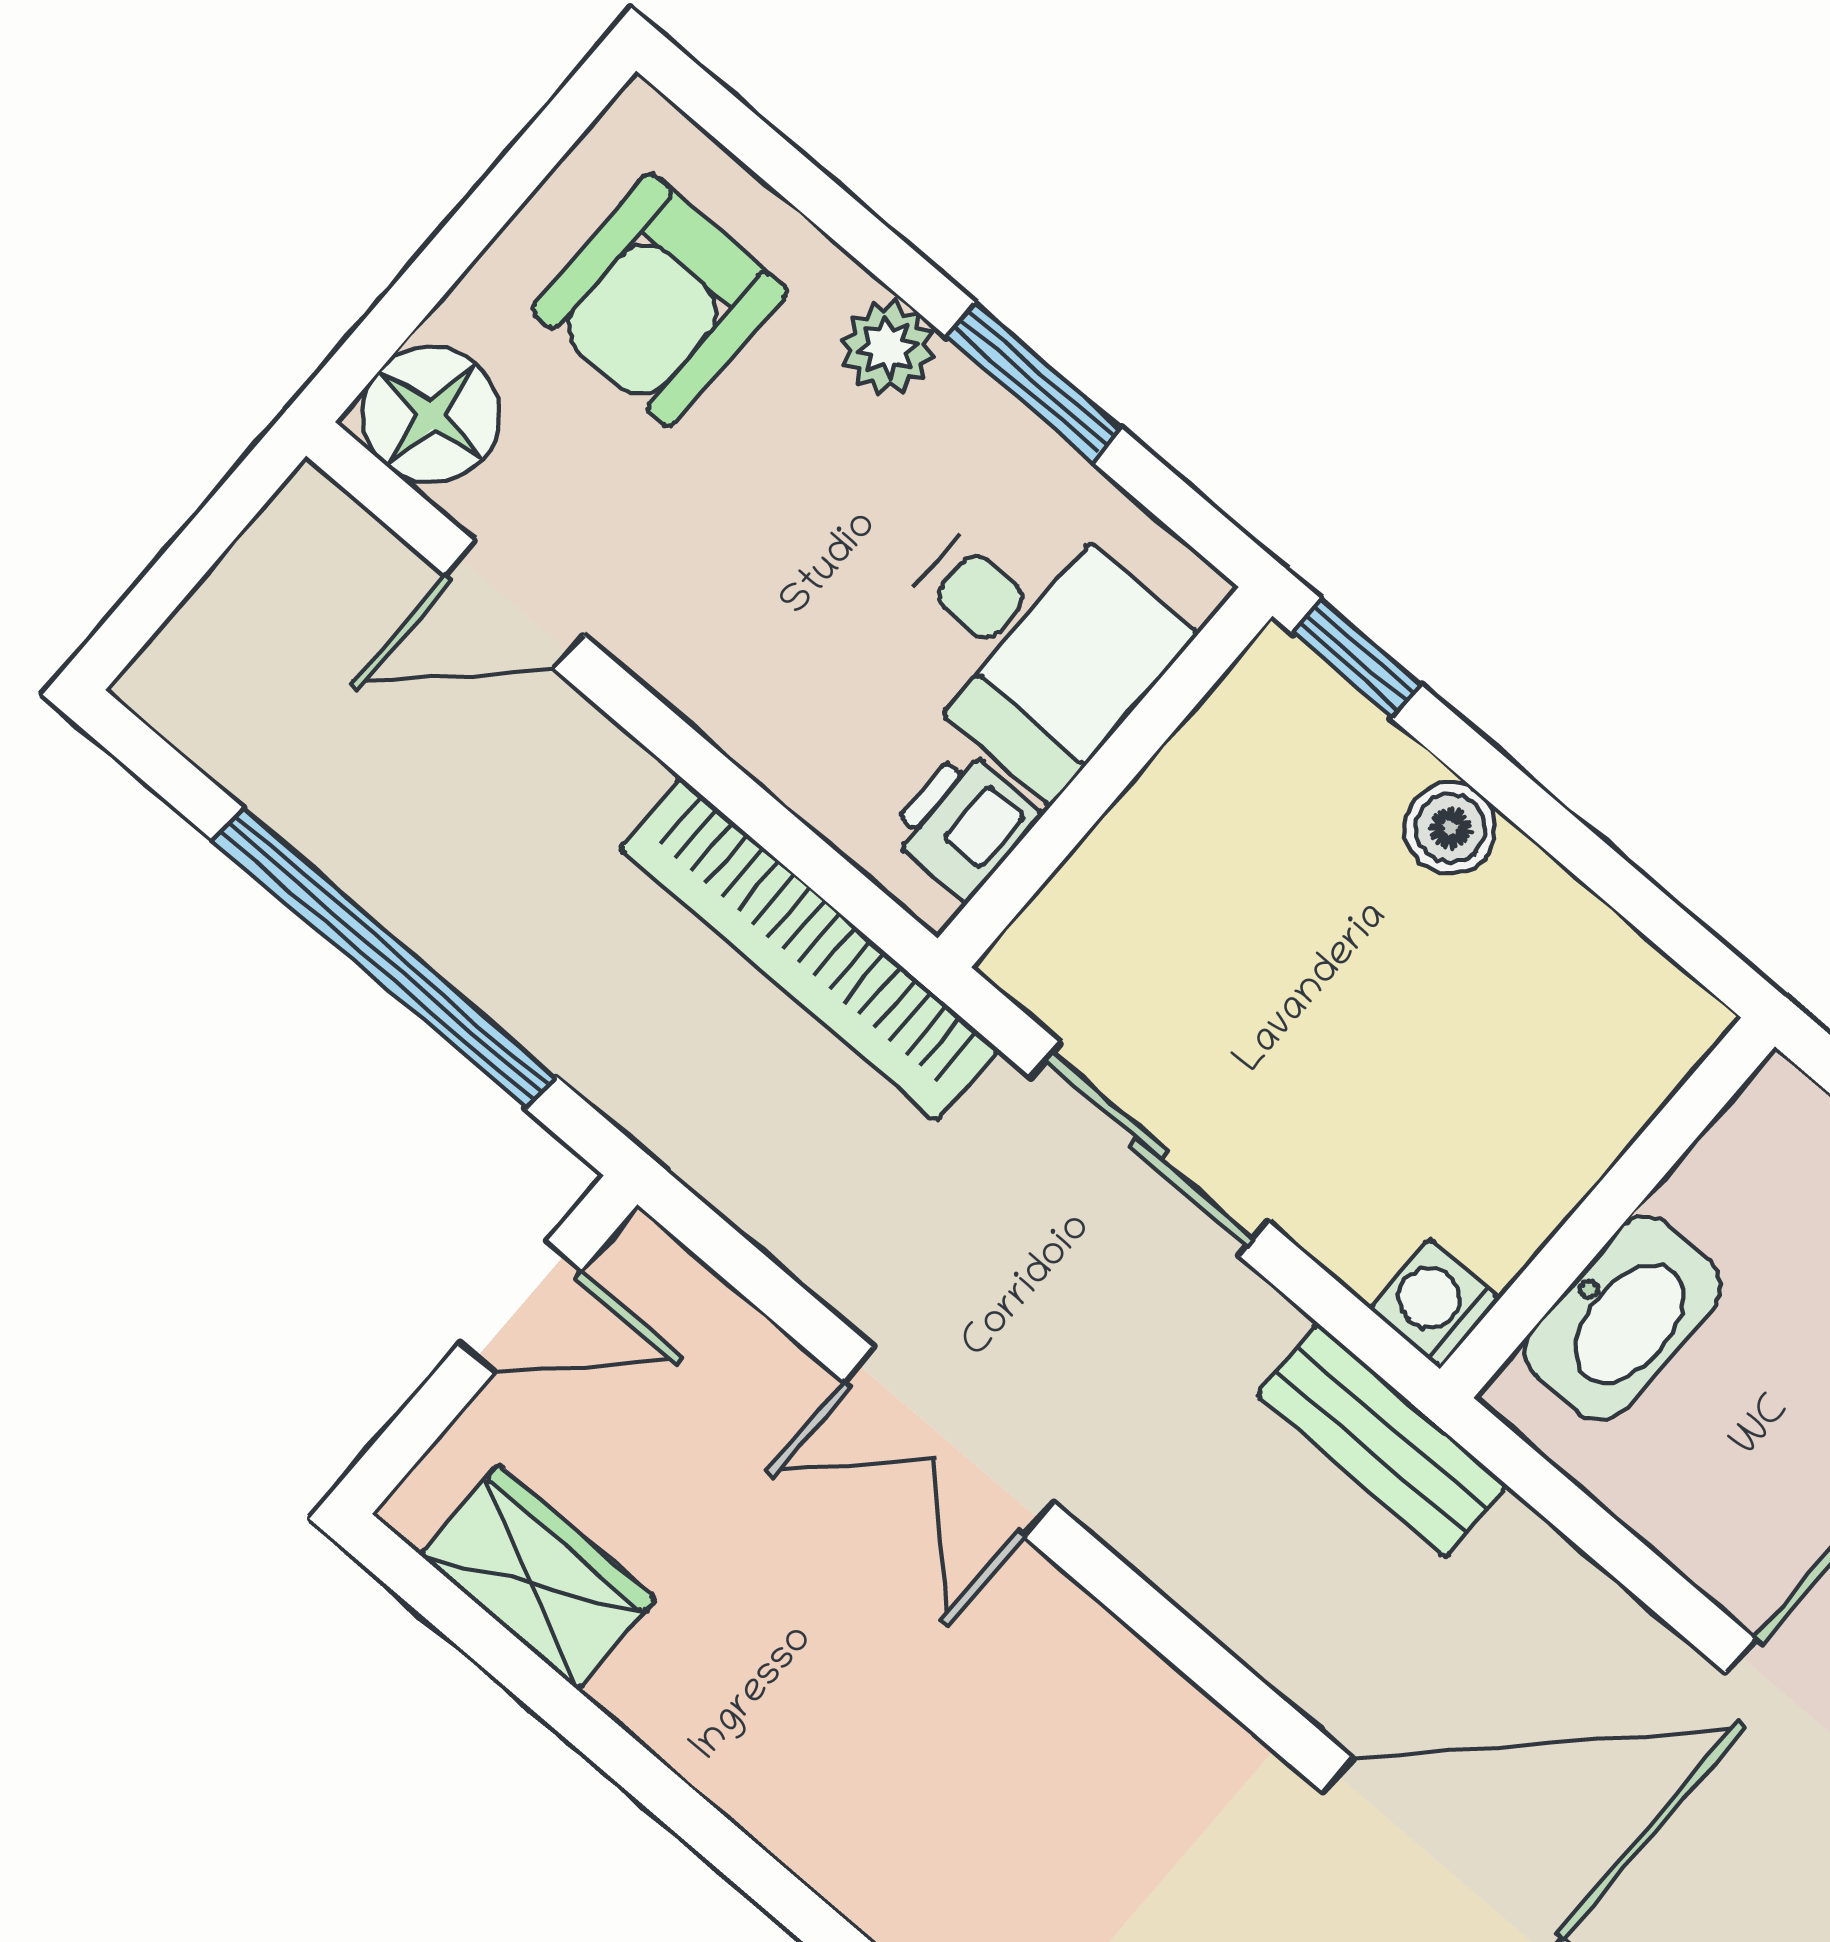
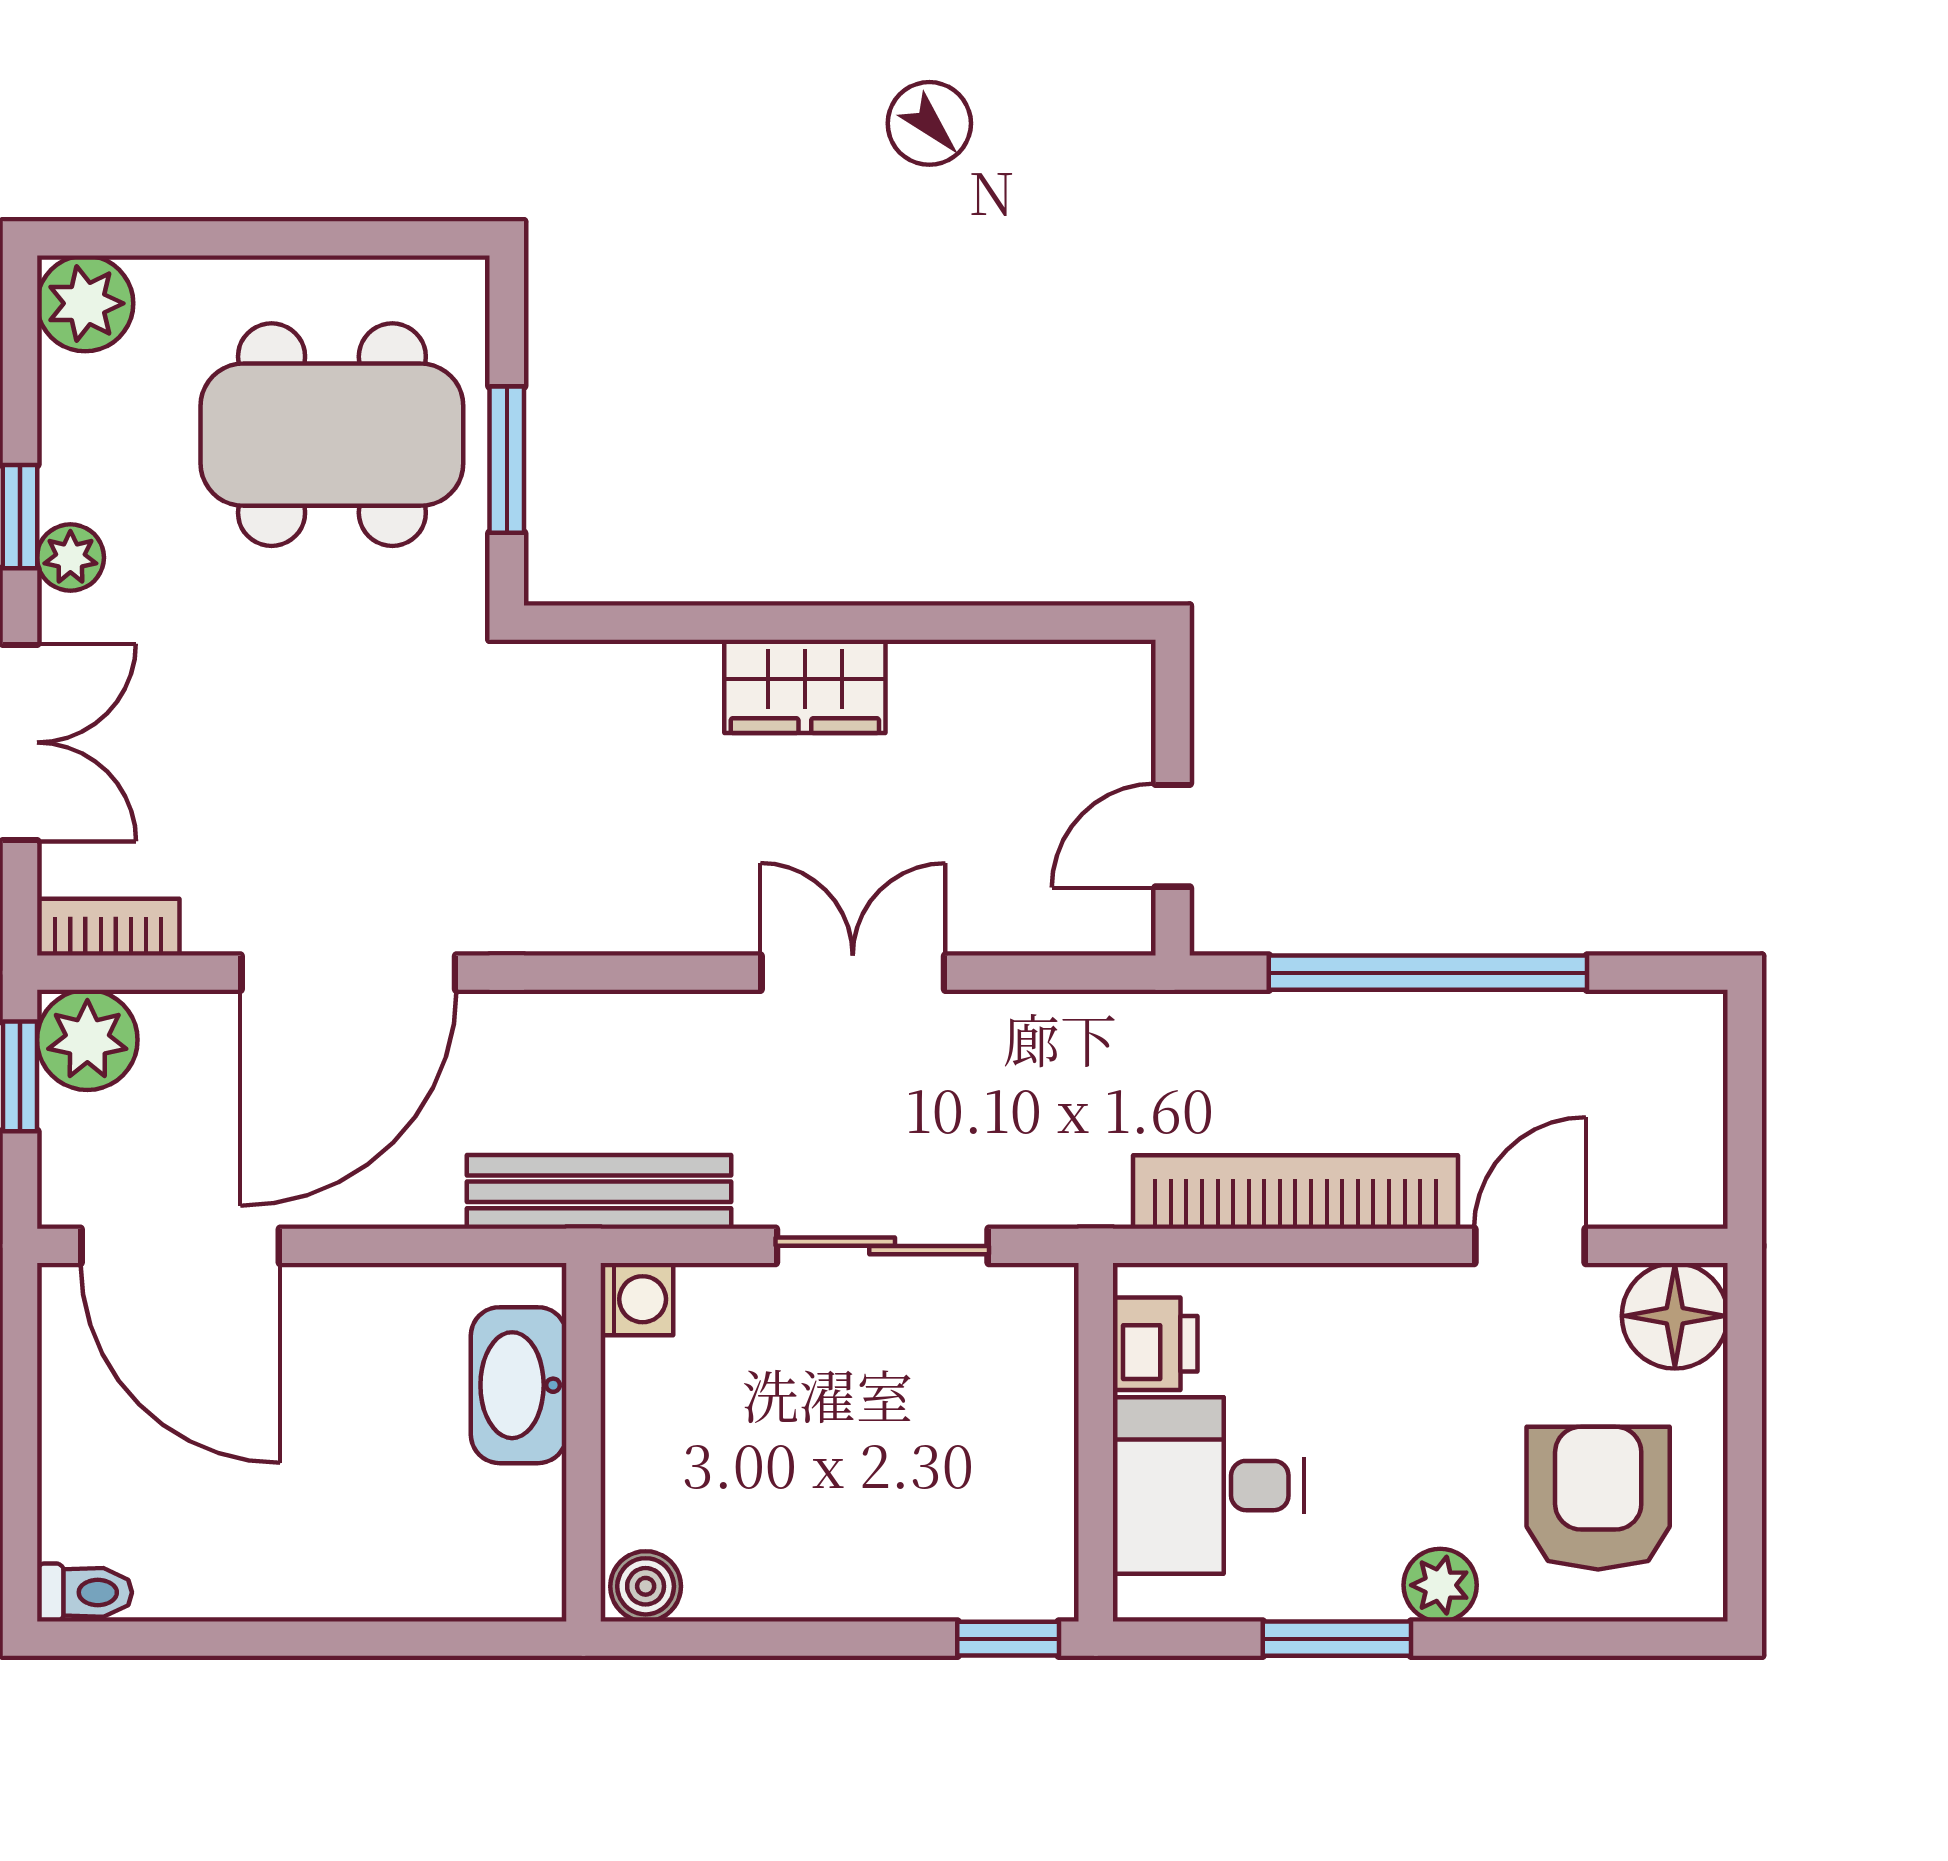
boiler: (1450, 828) -> (646, 1586), moved
bookcase: (809, 949) -> (1295, 1192), moved
bench: (1382, 1440) -> (599, 1192), width x1.36
wardrobe: (538, 1577) -> (805, 686), moved

